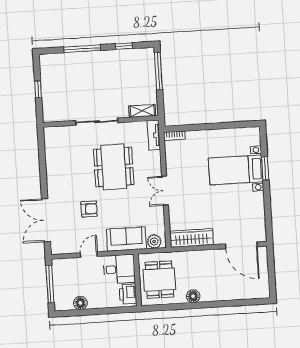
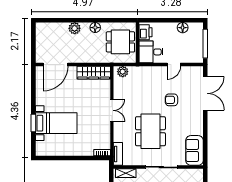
sofa: (126, 239) -> (194, 150), moved, turned 90
door: (241, 245) -> (55, 65), swing flipped
dining table: (159, 280) -> (120, 42), turned 90
plant: (220, 294) -> (75, 28), added

